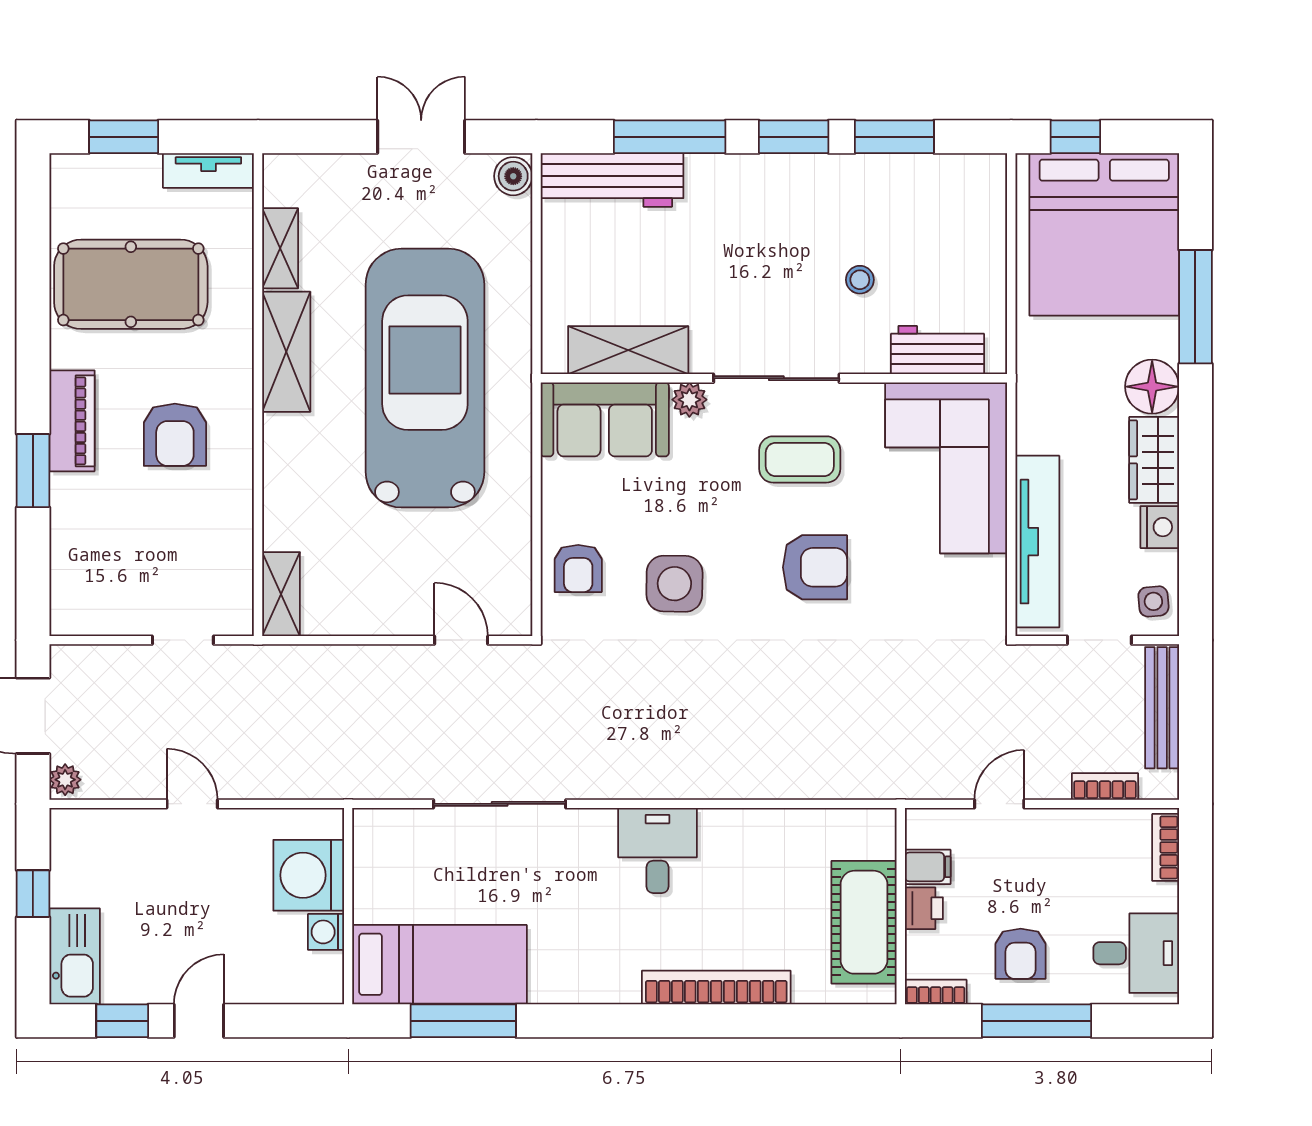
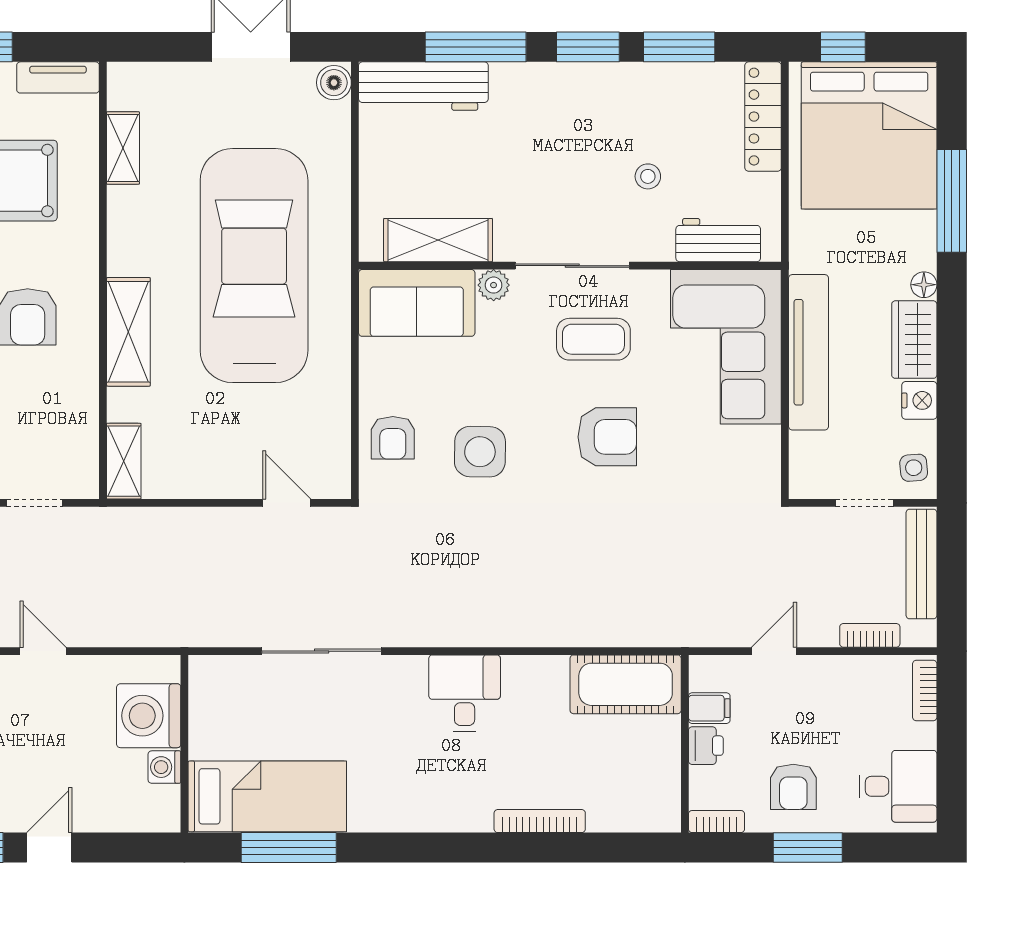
locker: (987, 214) -> (763, 117), added
shelving: (286, 352) -> (128, 332), moved
floor lamp: (1152, 387) -> (924, 285), width x0.53, depth x0.53
tv unit: (1037, 542) -> (809, 352), moved
cot: (864, 922) -> (626, 684), moved, turned 90
bookcase: (716, 988) -> (540, 821), width x0.68, depth x0.76
window: (1036, 1021) -> (808, 848), width x0.69

